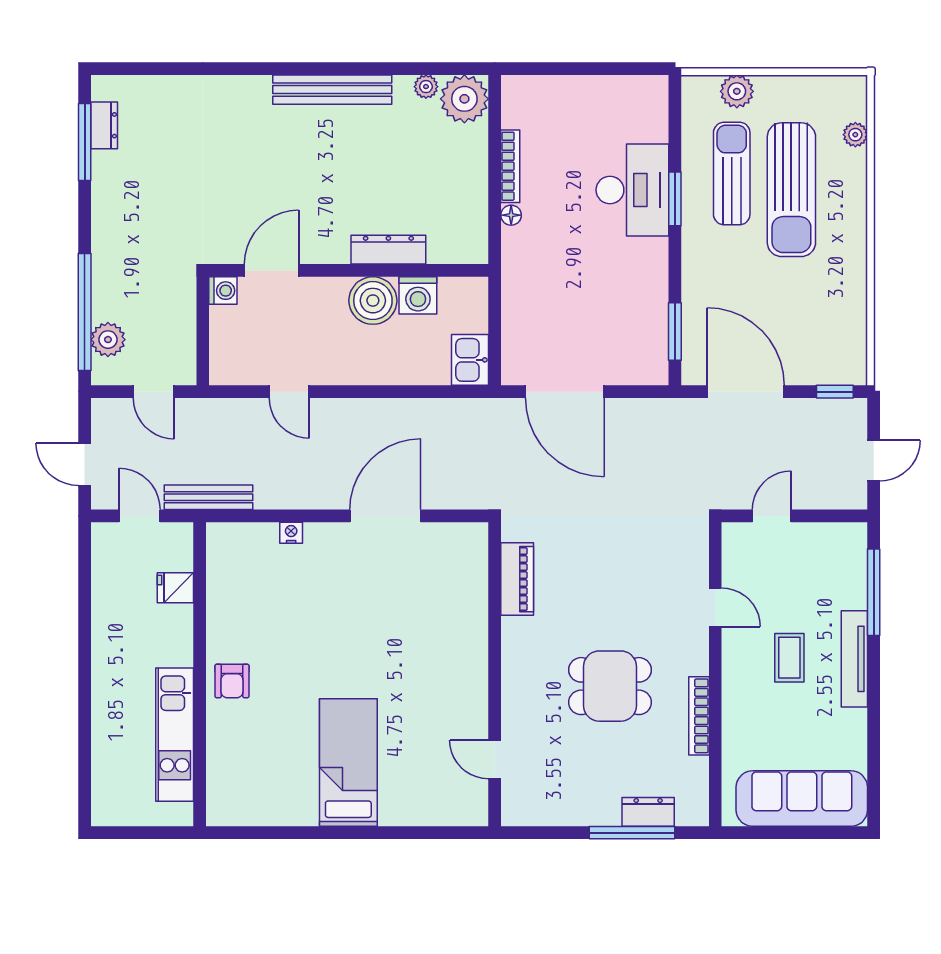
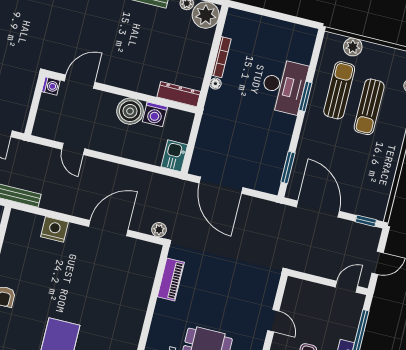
sun lounger: (791, 190) -> (369, 107), width x0.73, depth x0.75
dresser: (388, 250) -> (179, 94), moved
plant: (475, 497) -> (159, 230), added
door: (772, 516) -> (346, 287), moved
nightstand: (291, 533) -> (54, 229), width x1.89, depth x1.79

